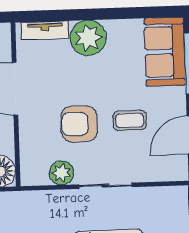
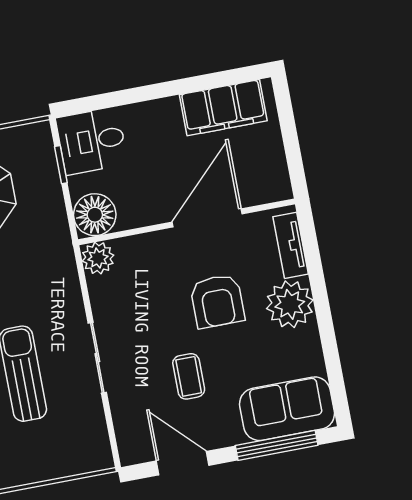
armchair: (79, 124) -> (217, 301), moved, turned 180
plant: (61, 173) -> (98, 258), moved

